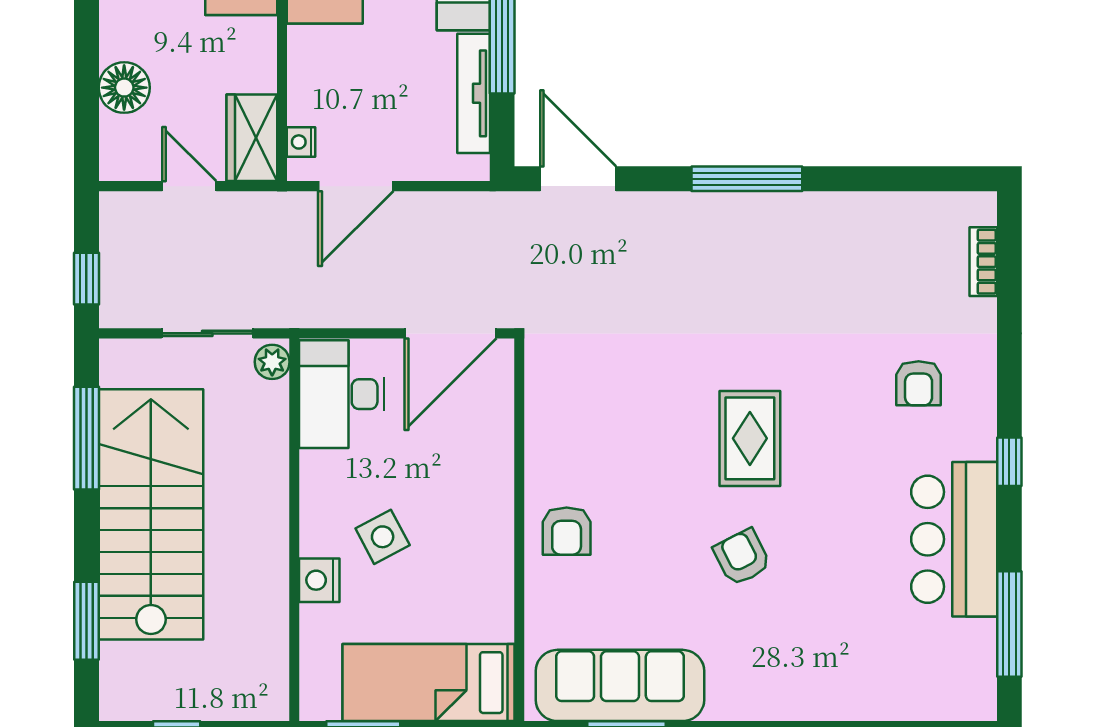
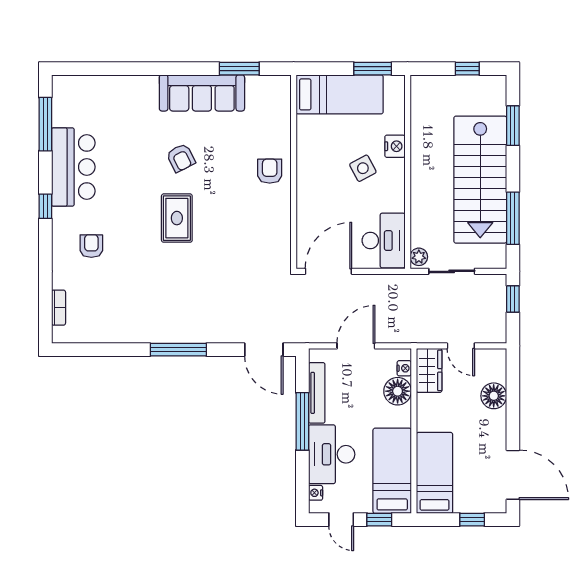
floor lamp: (314, 97) -> (398, 391), added
door: (356, 186) -> (356, 346), moved
sofa: (620, 685) -> (202, 93), moved

